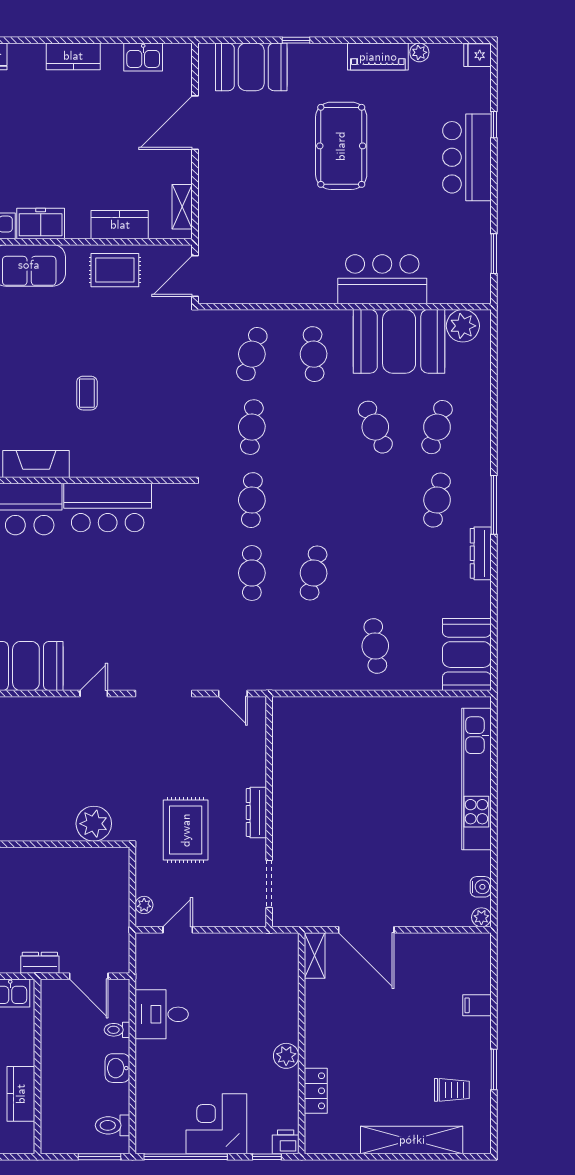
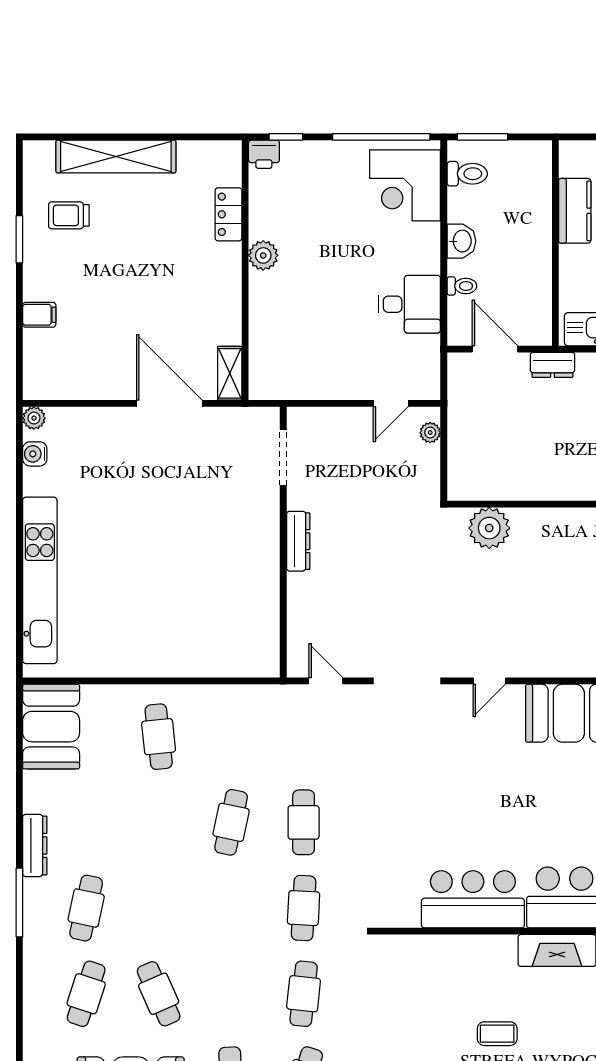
coffee table: (87, 393) -> (497, 1034), turned 90
rug: (186, 830) -> (381, 521), removed
corner desk: (216, 1124) -> (405, 185), moved, turned 90

